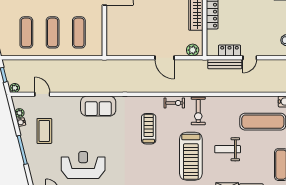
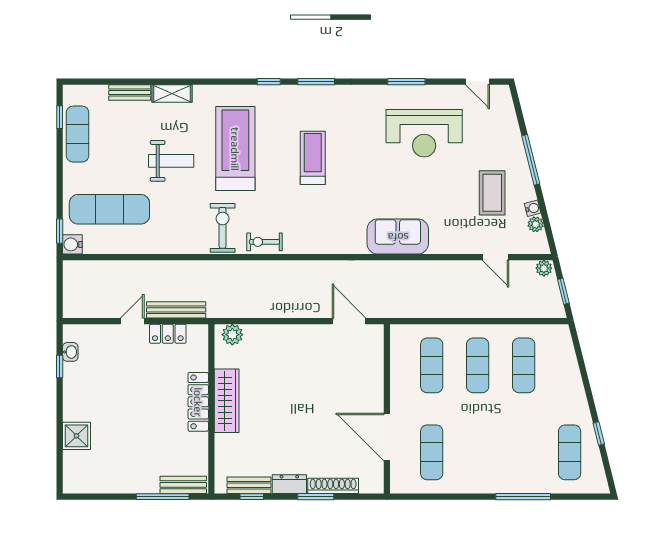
door: (165, 58) -> (349, 321), moved
treadmill: (149, 129) -> (313, 158), moved, turned 180

